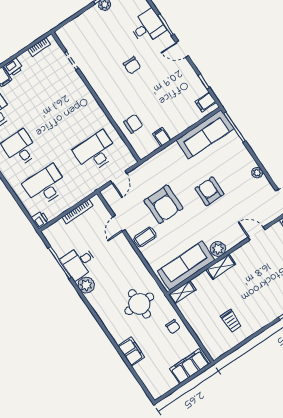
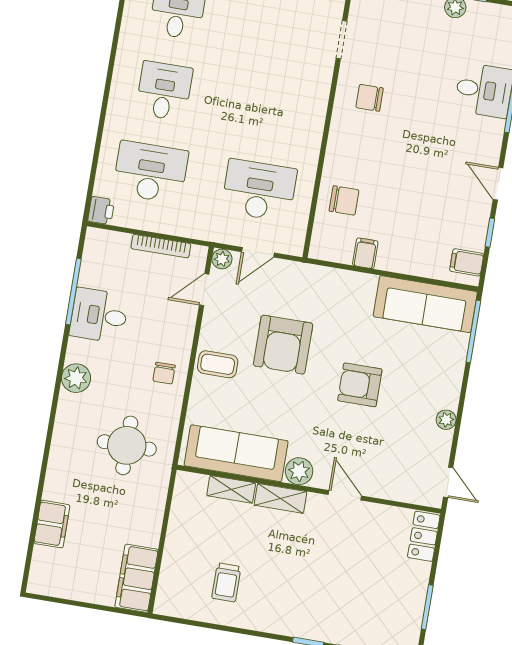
door: (182, 49) -> (498, 184), moved
chair: (132, 65) -> (370, 98), moved, turned 90
armchair: (209, 191) -> (360, 385), turned -90
plant: (107, 193) -> (222, 259), added
door: (119, 223) -> (204, 290), moved
door: (256, 234) -> (345, 495), moved
plant: (86, 285) -> (76, 378), moved
shelving: (182, 292) -> (231, 489), moved
chair: (173, 327) -> (164, 373), moved
filing cabinet: (131, 352) -> (52, 524), moved
filing cabinet: (189, 366) -> (136, 578), moved, turned -90

